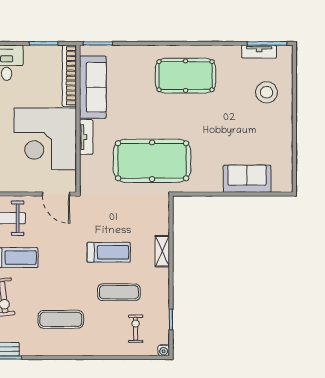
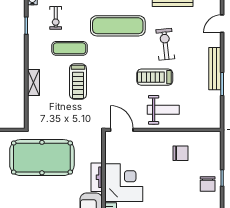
corner desk: (45, 139) -> (124, 183), width x0.74, depth x0.74
treadmill: (109, 252) -> (78, 81), turned -90
exercise mat: (61, 319) -> (118, 26), width x1.36, depth x1.45

